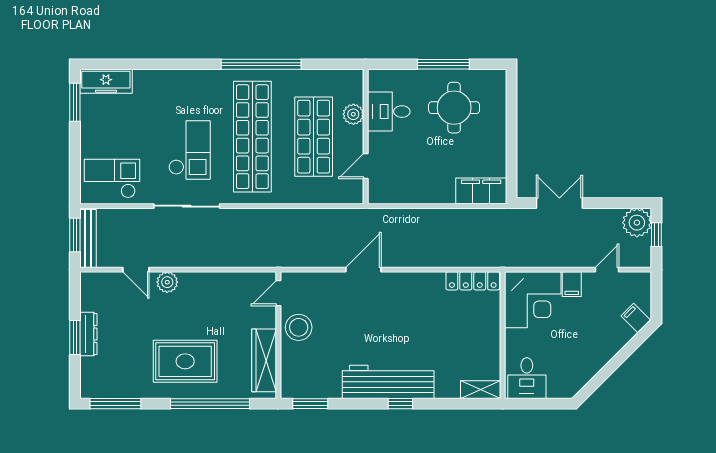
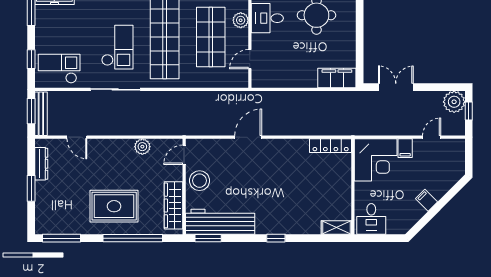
window: (75, 166) -> (31, 59), added
plant: (167, 282) -> (142, 147), moved
filing cabinet: (636, 318) -> (427, 200), moved
dresser: (88, 334) -> (41, 164), moved
workbench: (388, 382) -> (220, 222), moved

